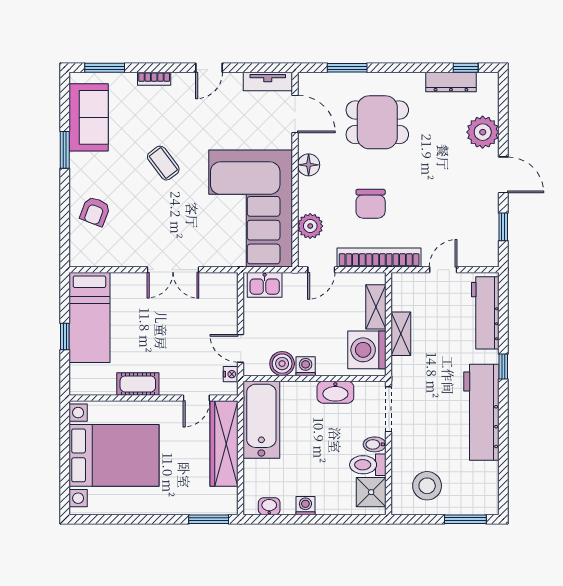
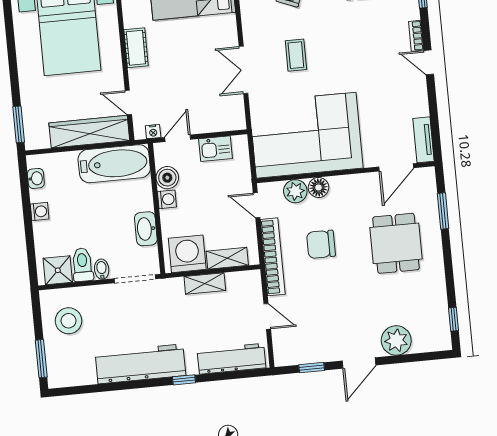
door: (209, 68) -> (429, 62), moved
dresser: (451, 82) -> (439, 307), removed
coffee table: (163, 163) -> (296, 55), moved, turned -53
floor lamp: (309, 165) -> (319, 187), moved
kitchen sink: (265, 285) -> (215, 149), moved, turned -90

